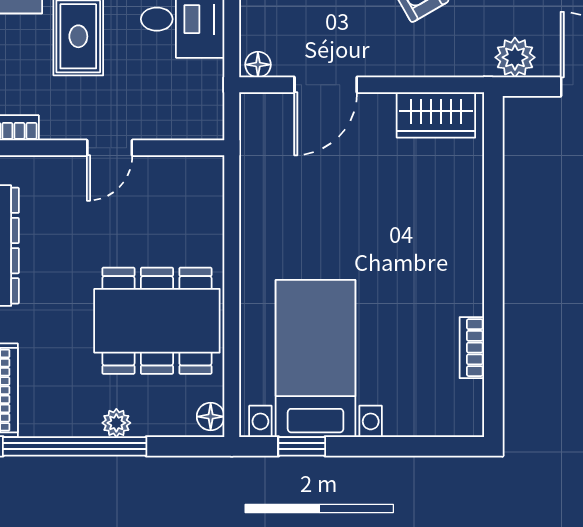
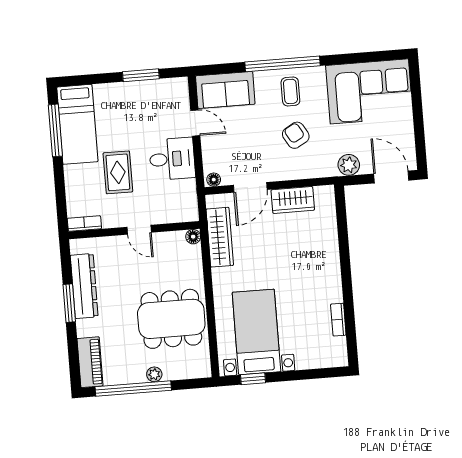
wardrobe: (436, 115) -> (293, 200), moved
door: (110, 148) -> (139, 230), hinge flipped
wardrobe: (261, 174) -> (220, 237), added
floor lamp: (211, 417) -> (193, 237), moved

